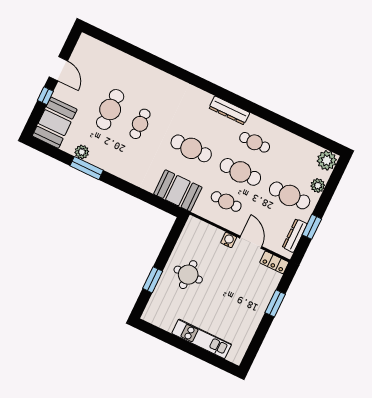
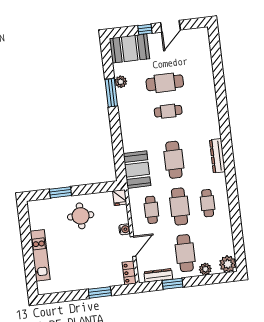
dresser: (229, 110) -> (217, 156), moved
fridge: (194, 225) -> (120, 197), added

